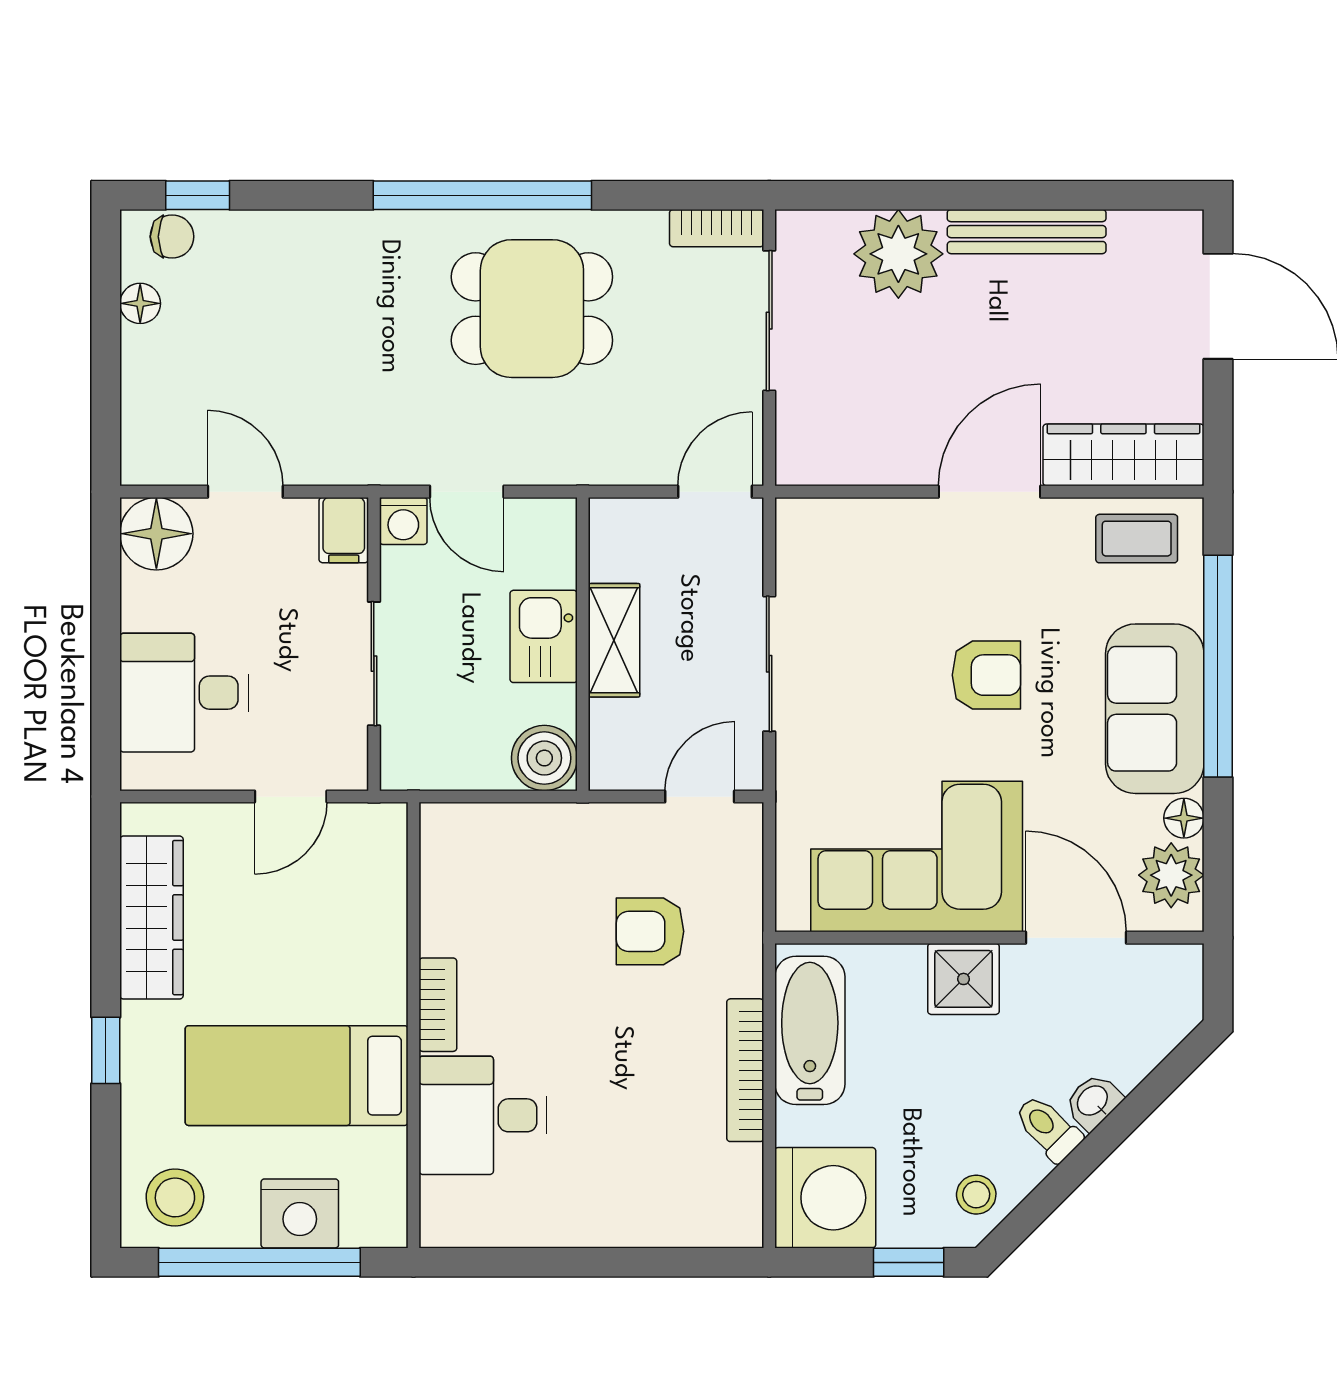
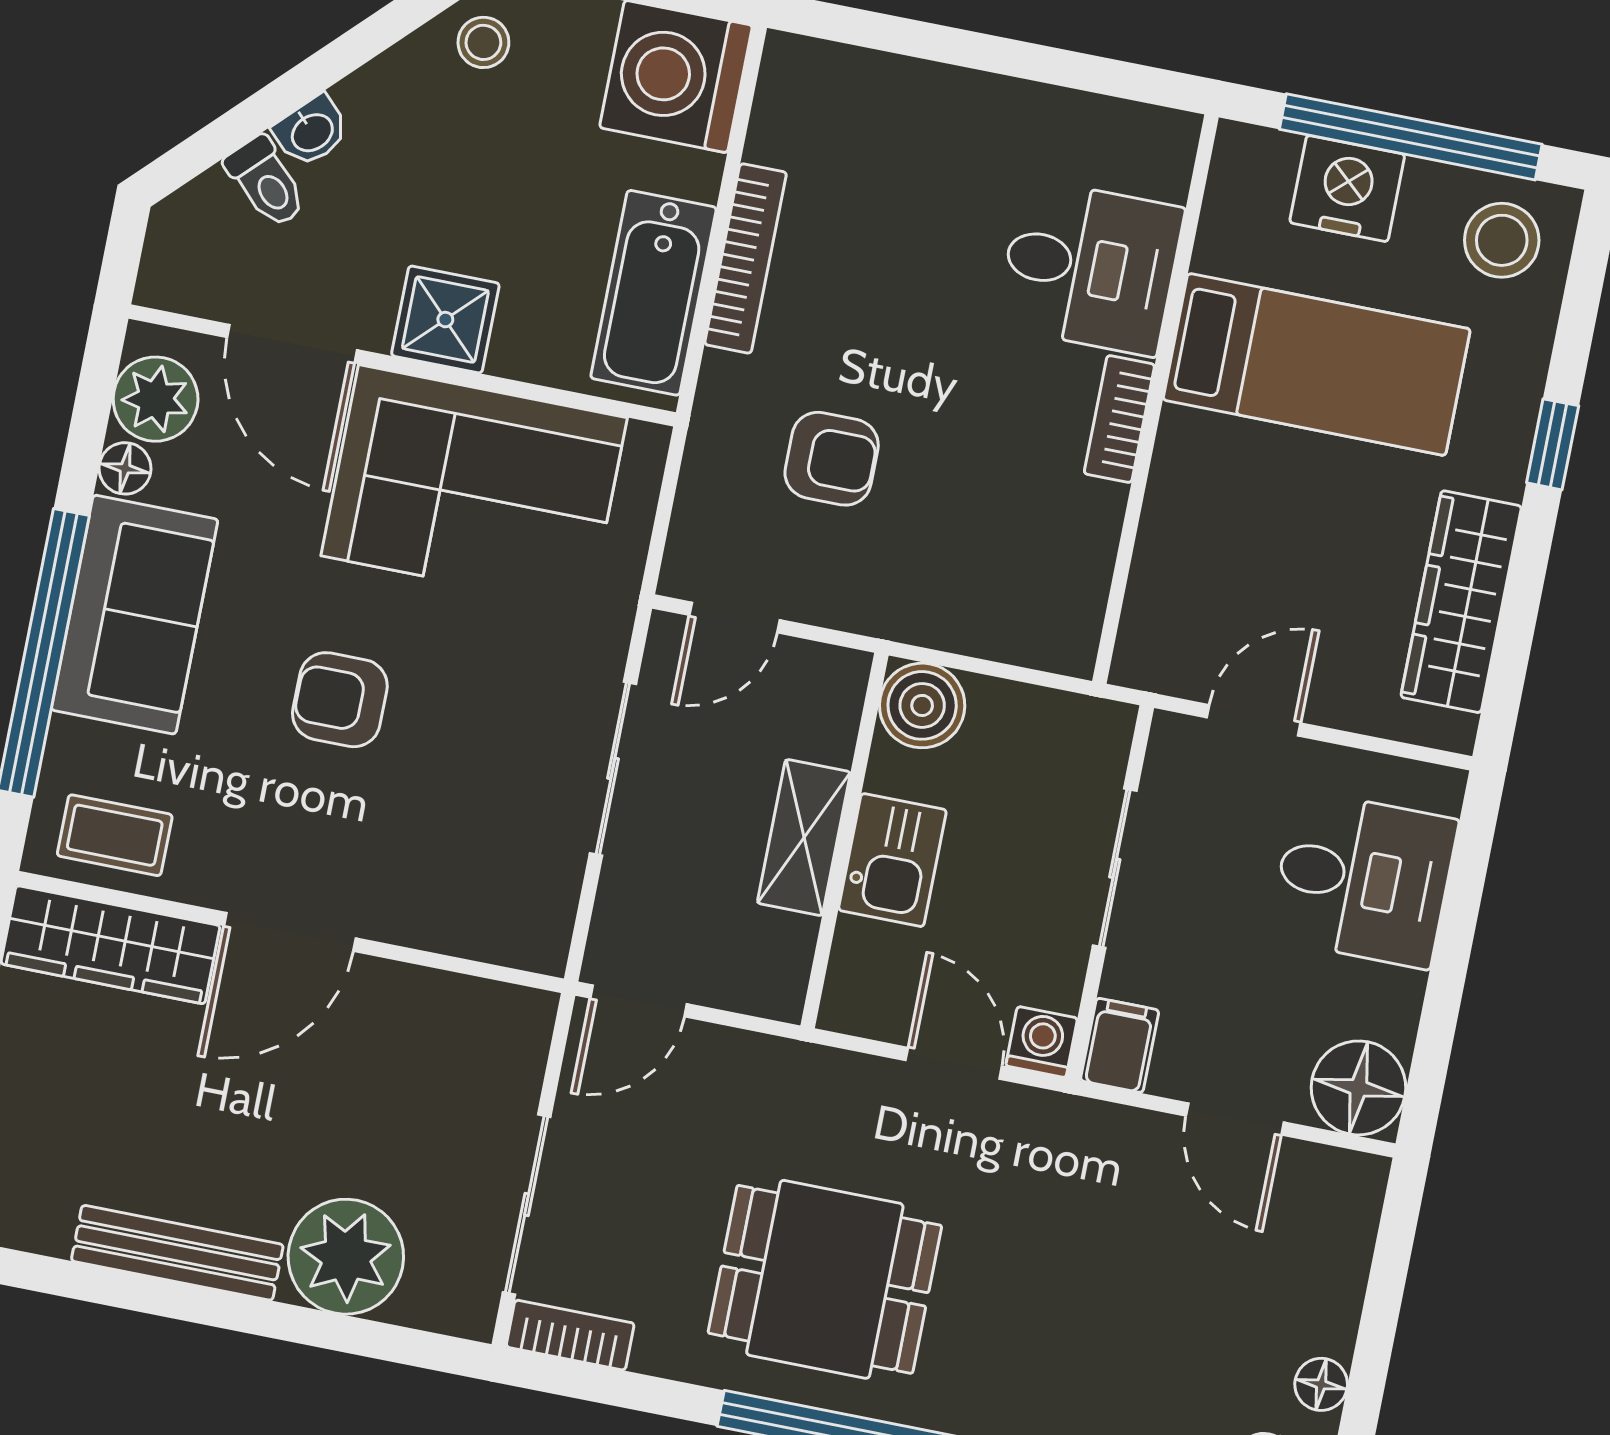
toilet: (1048, 1128) -> (266, 182), moved

